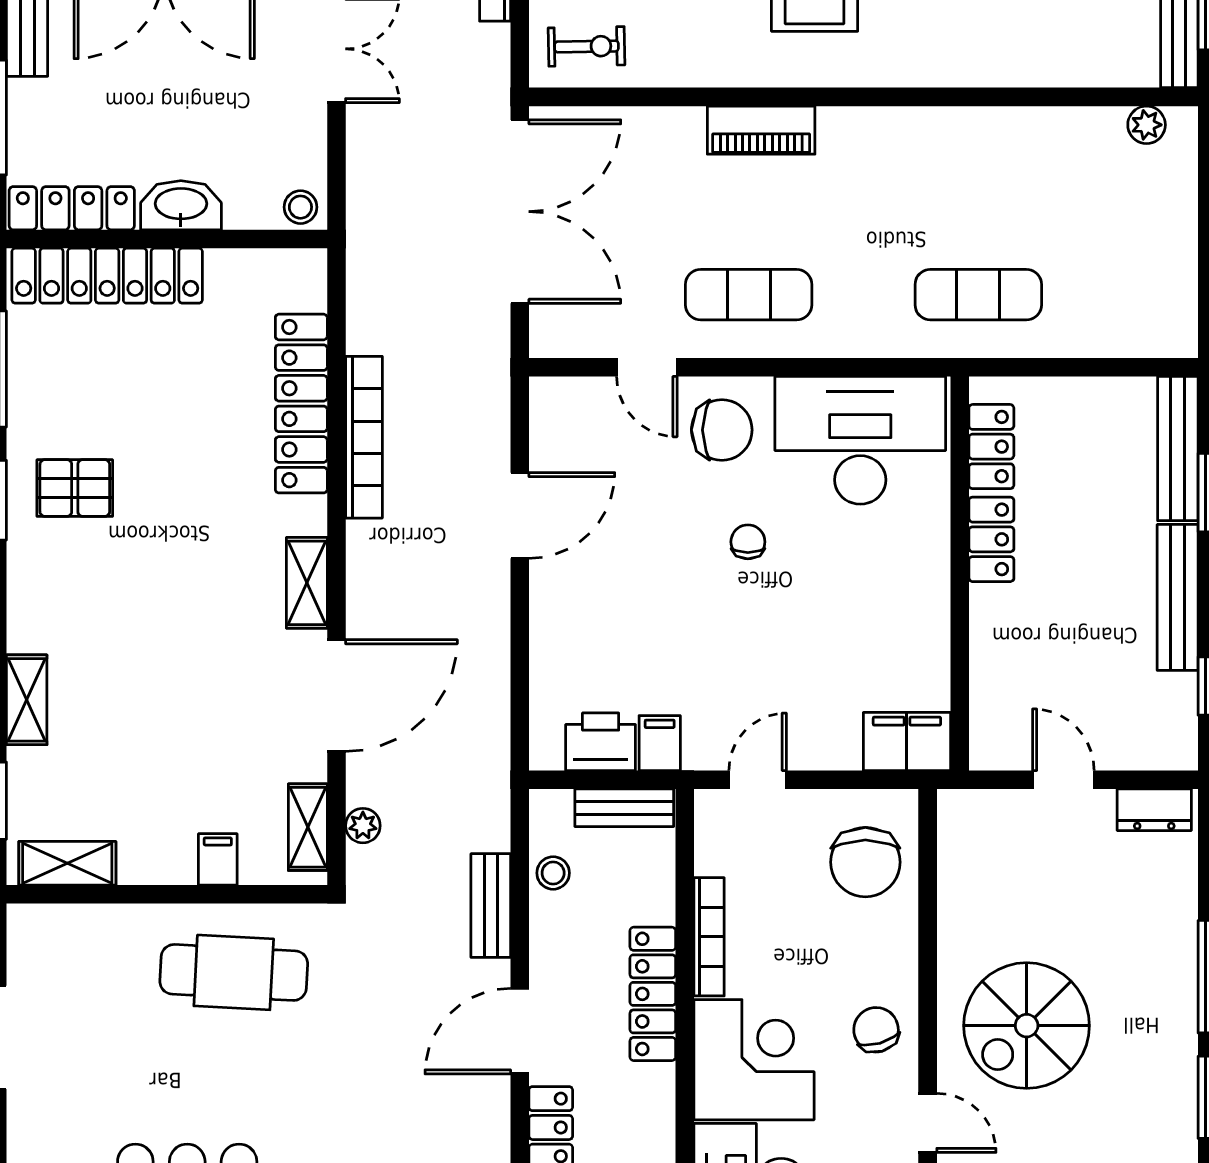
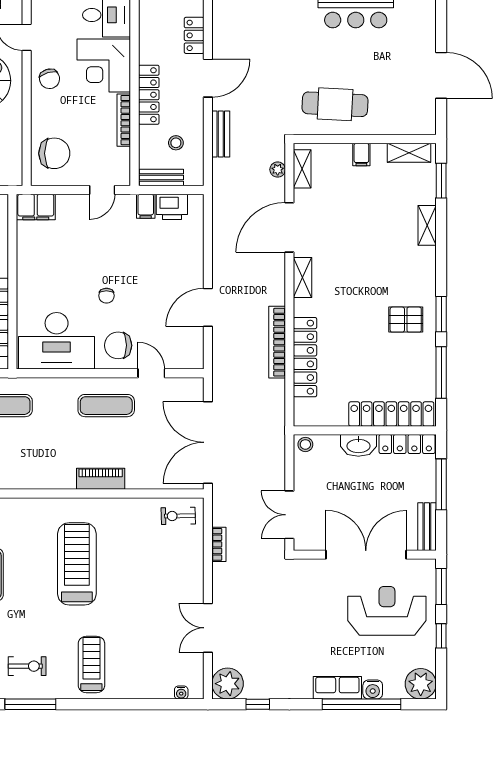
filing cabinet: (218, 859) -> (361, 155), moved
chair: (865, 862) -> (54, 153), turned 90
stool: (553, 873) -> (176, 143), moved

